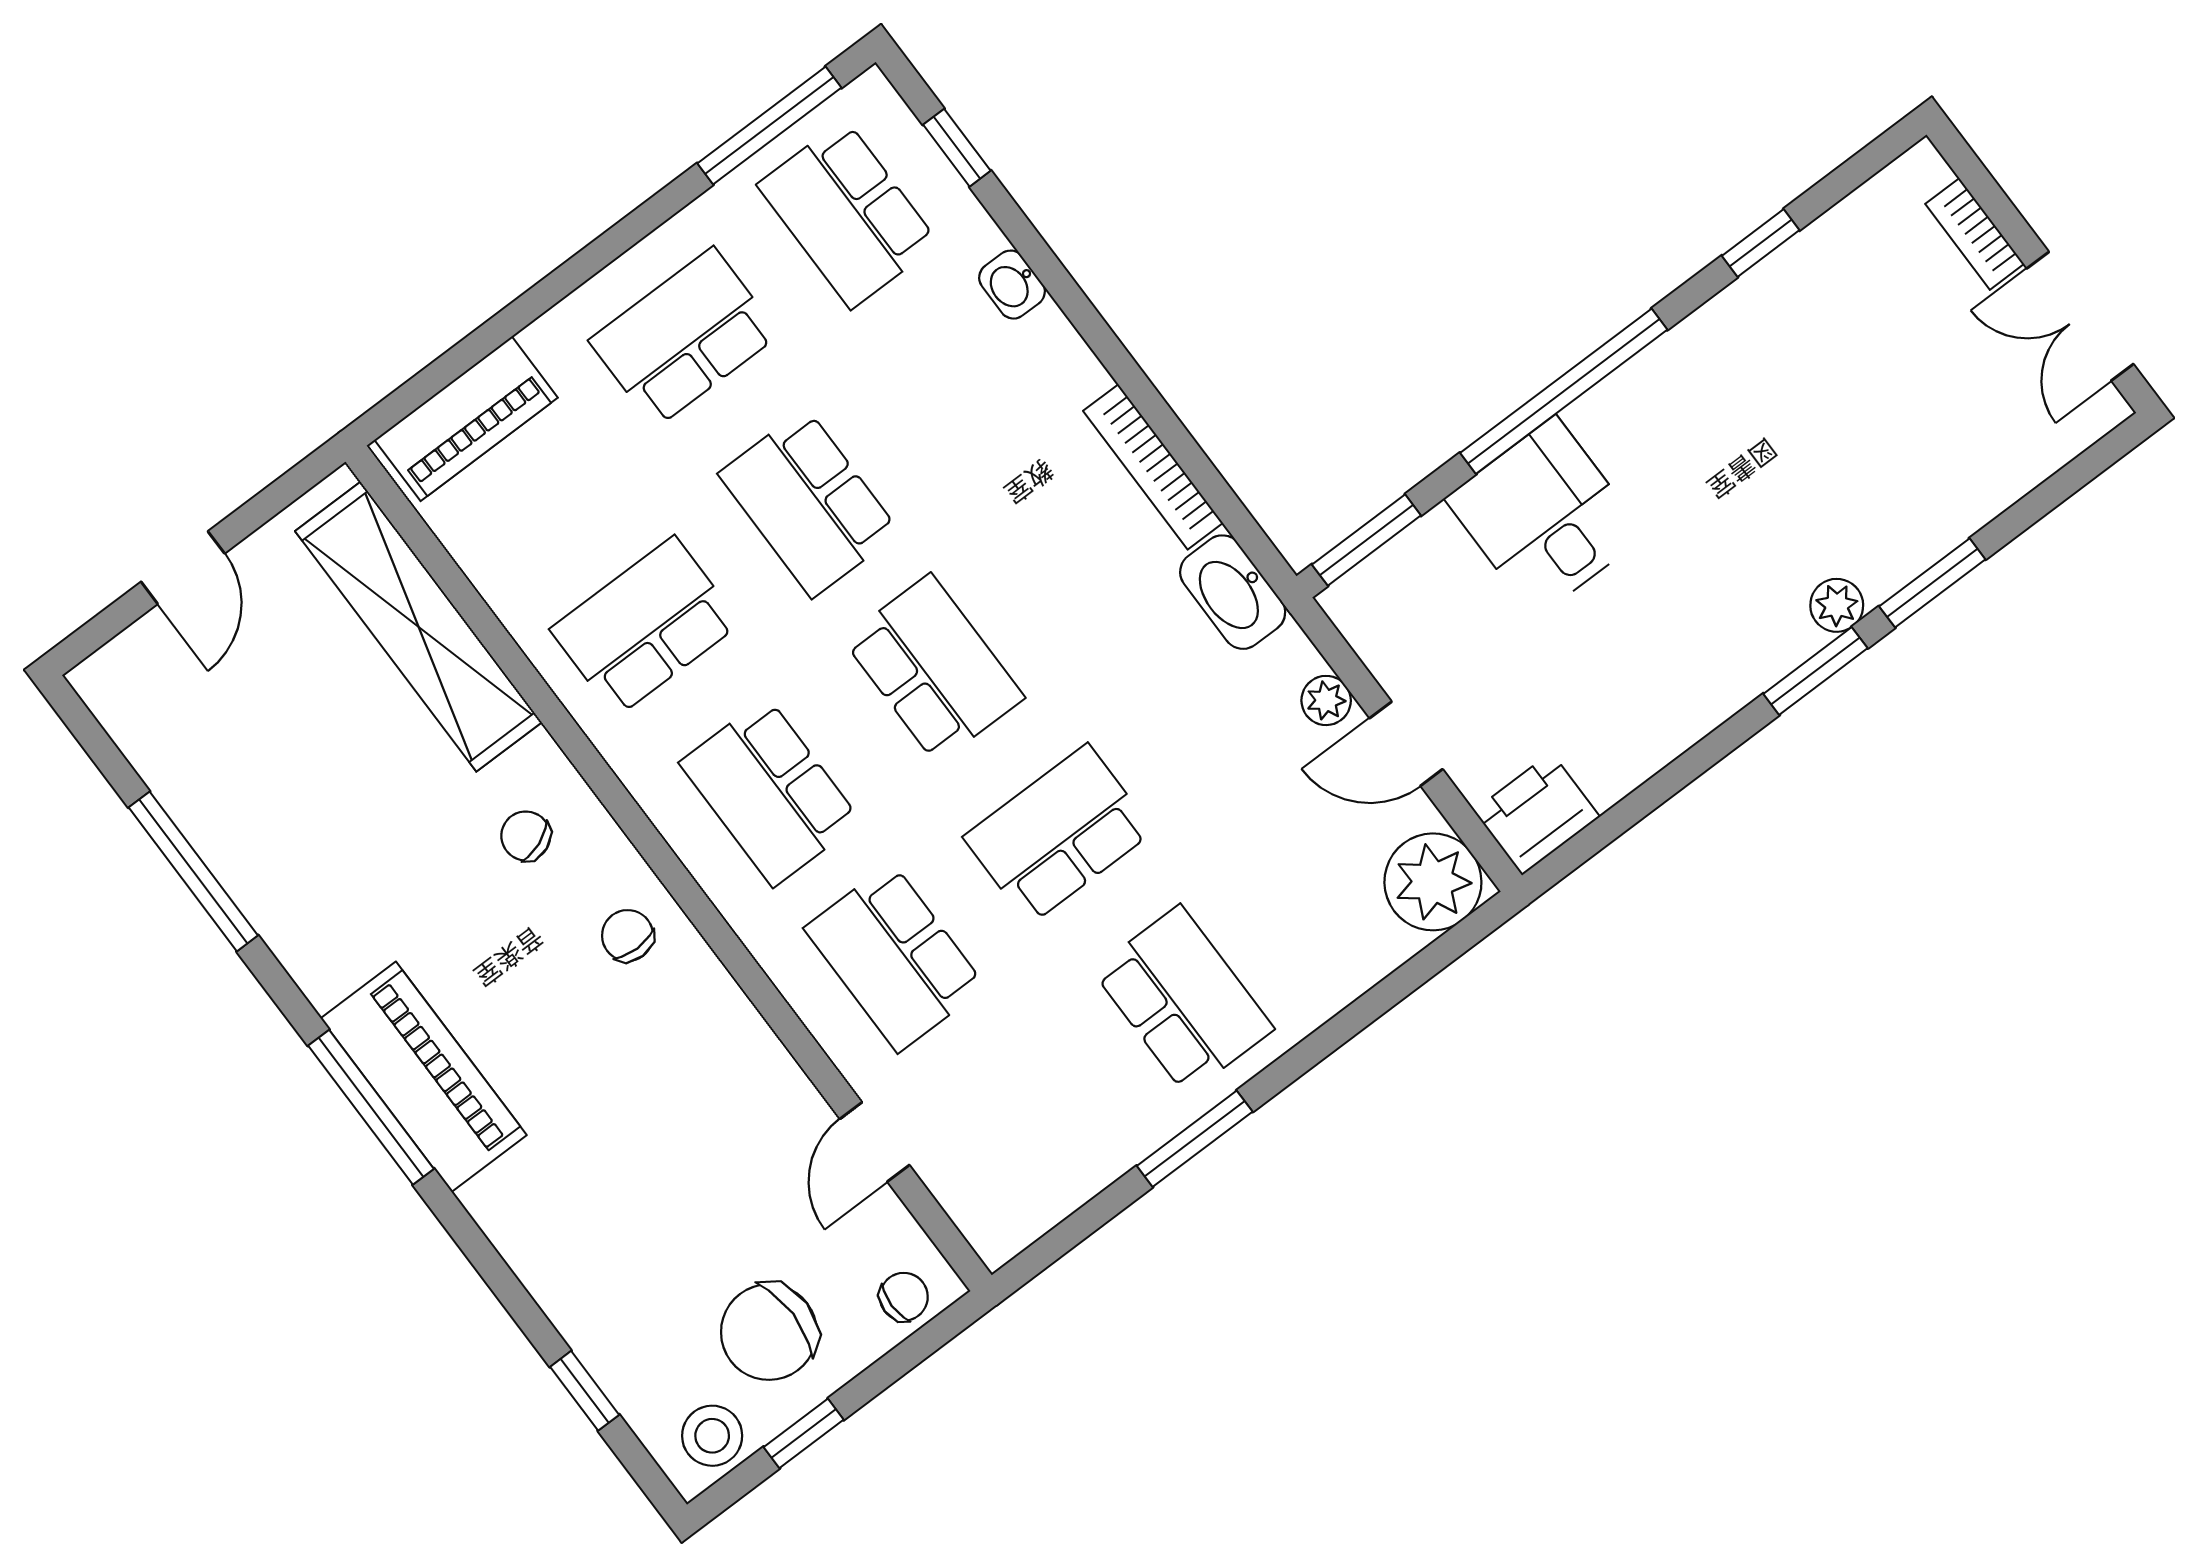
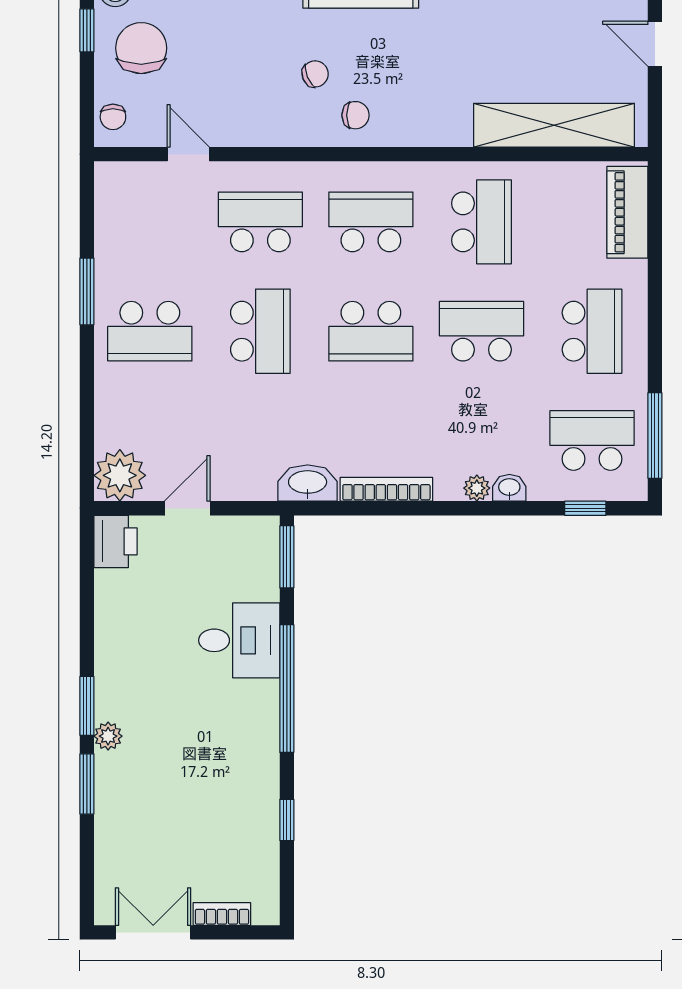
plant: (1326, 700) -> (477, 488), moved
chair: (526, 836) -> (315, 74), moved

